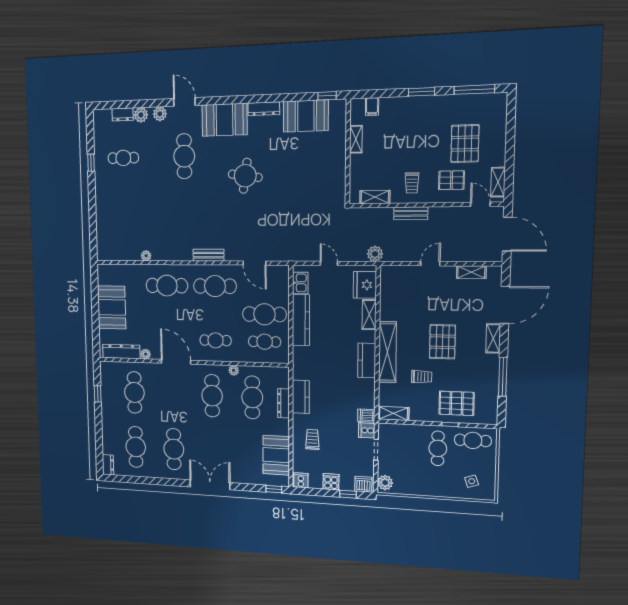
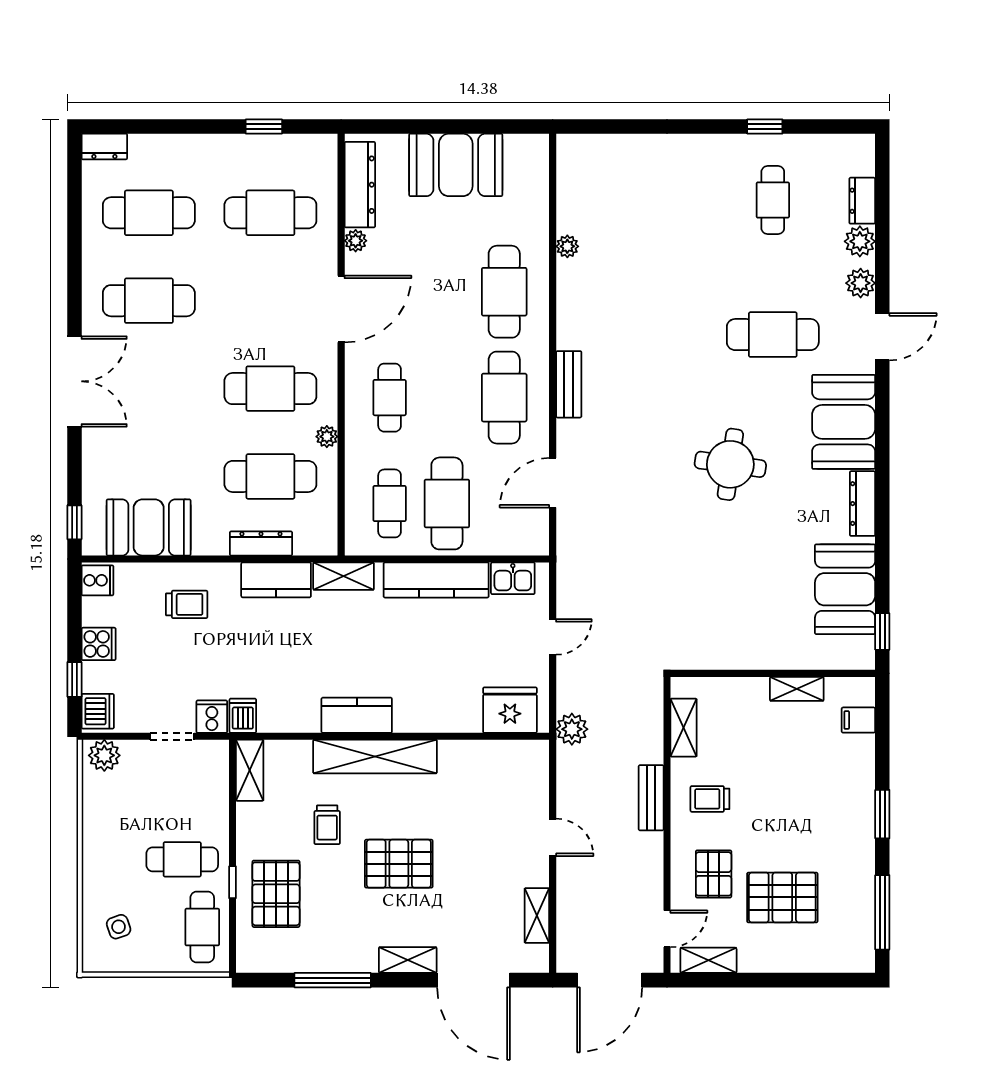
shelving: (369, 314) -> (344, 576), moved

